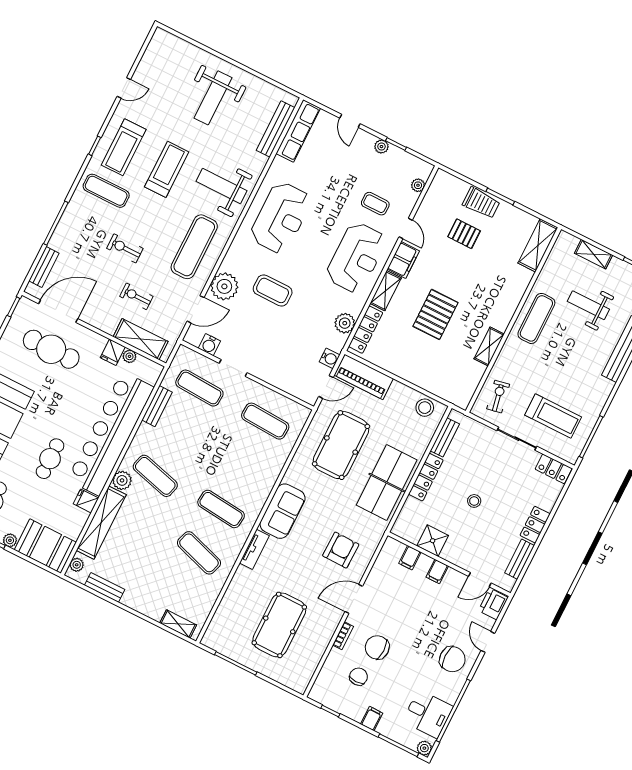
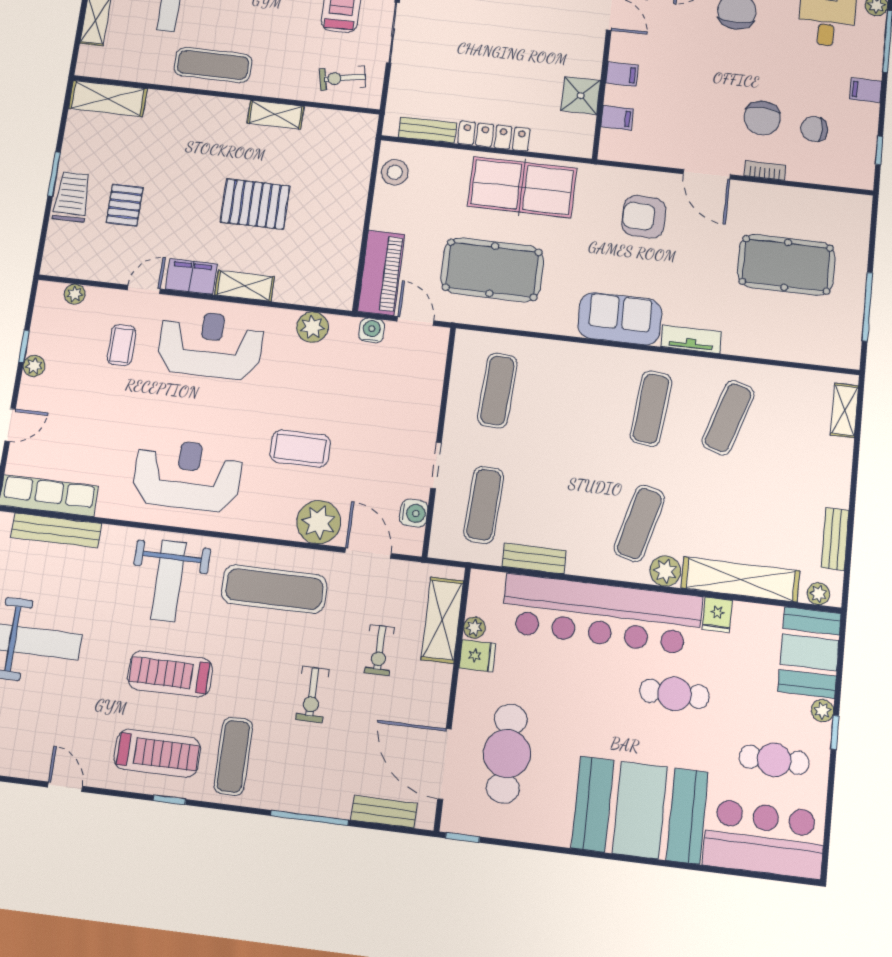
coffee table: (273, 290) -> (300, 449), turned 90
locker: (366, 330) -> (311, 294), removed
stool: (474, 501) -> (503, 59), removed

